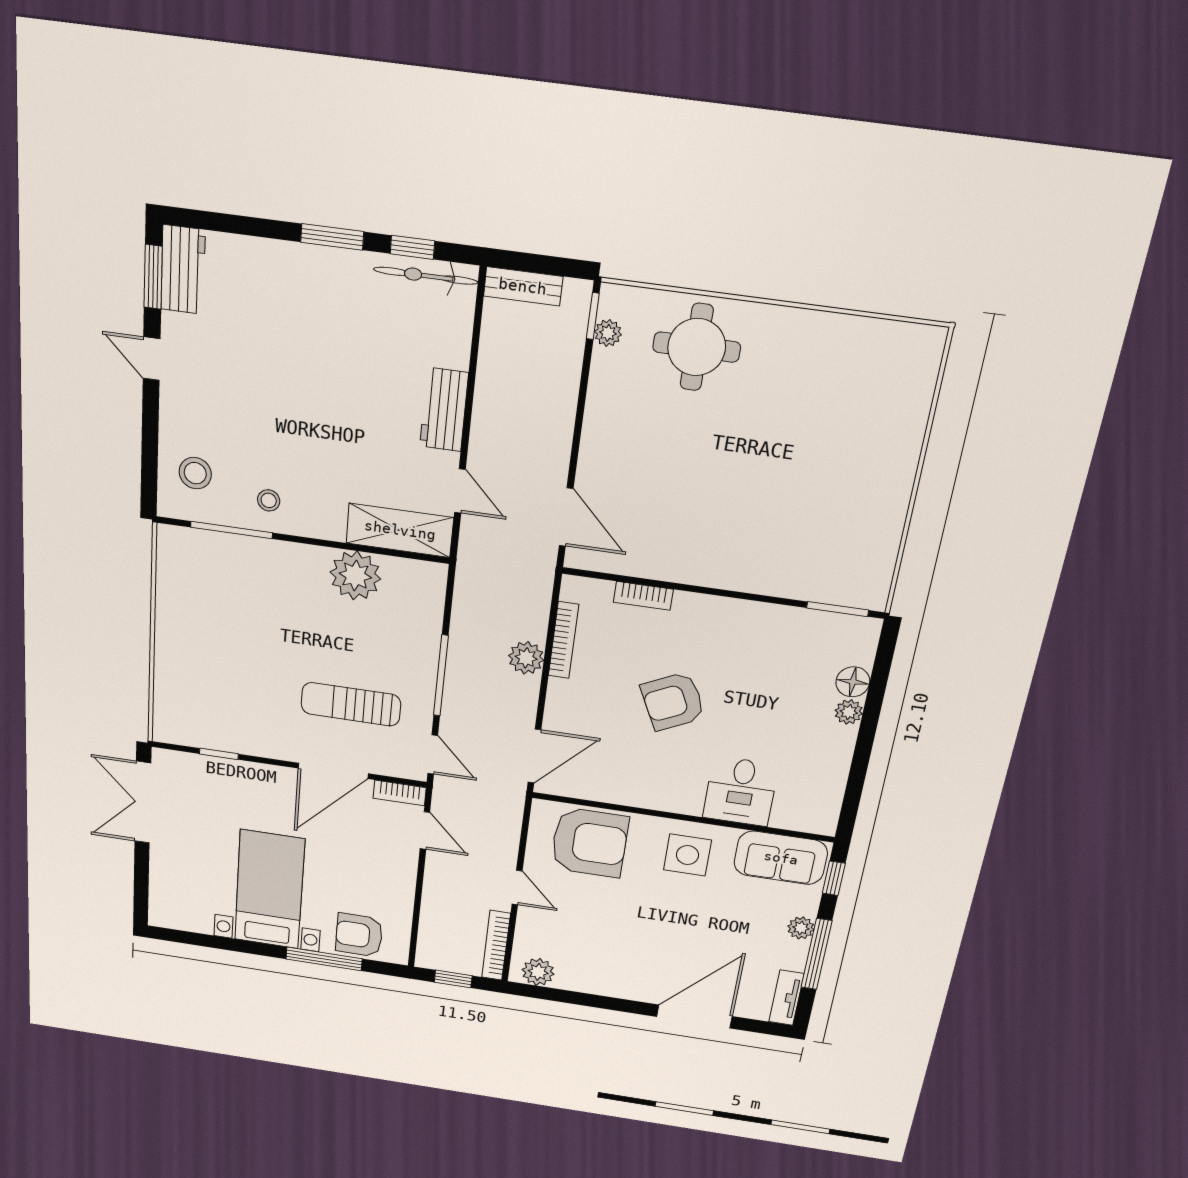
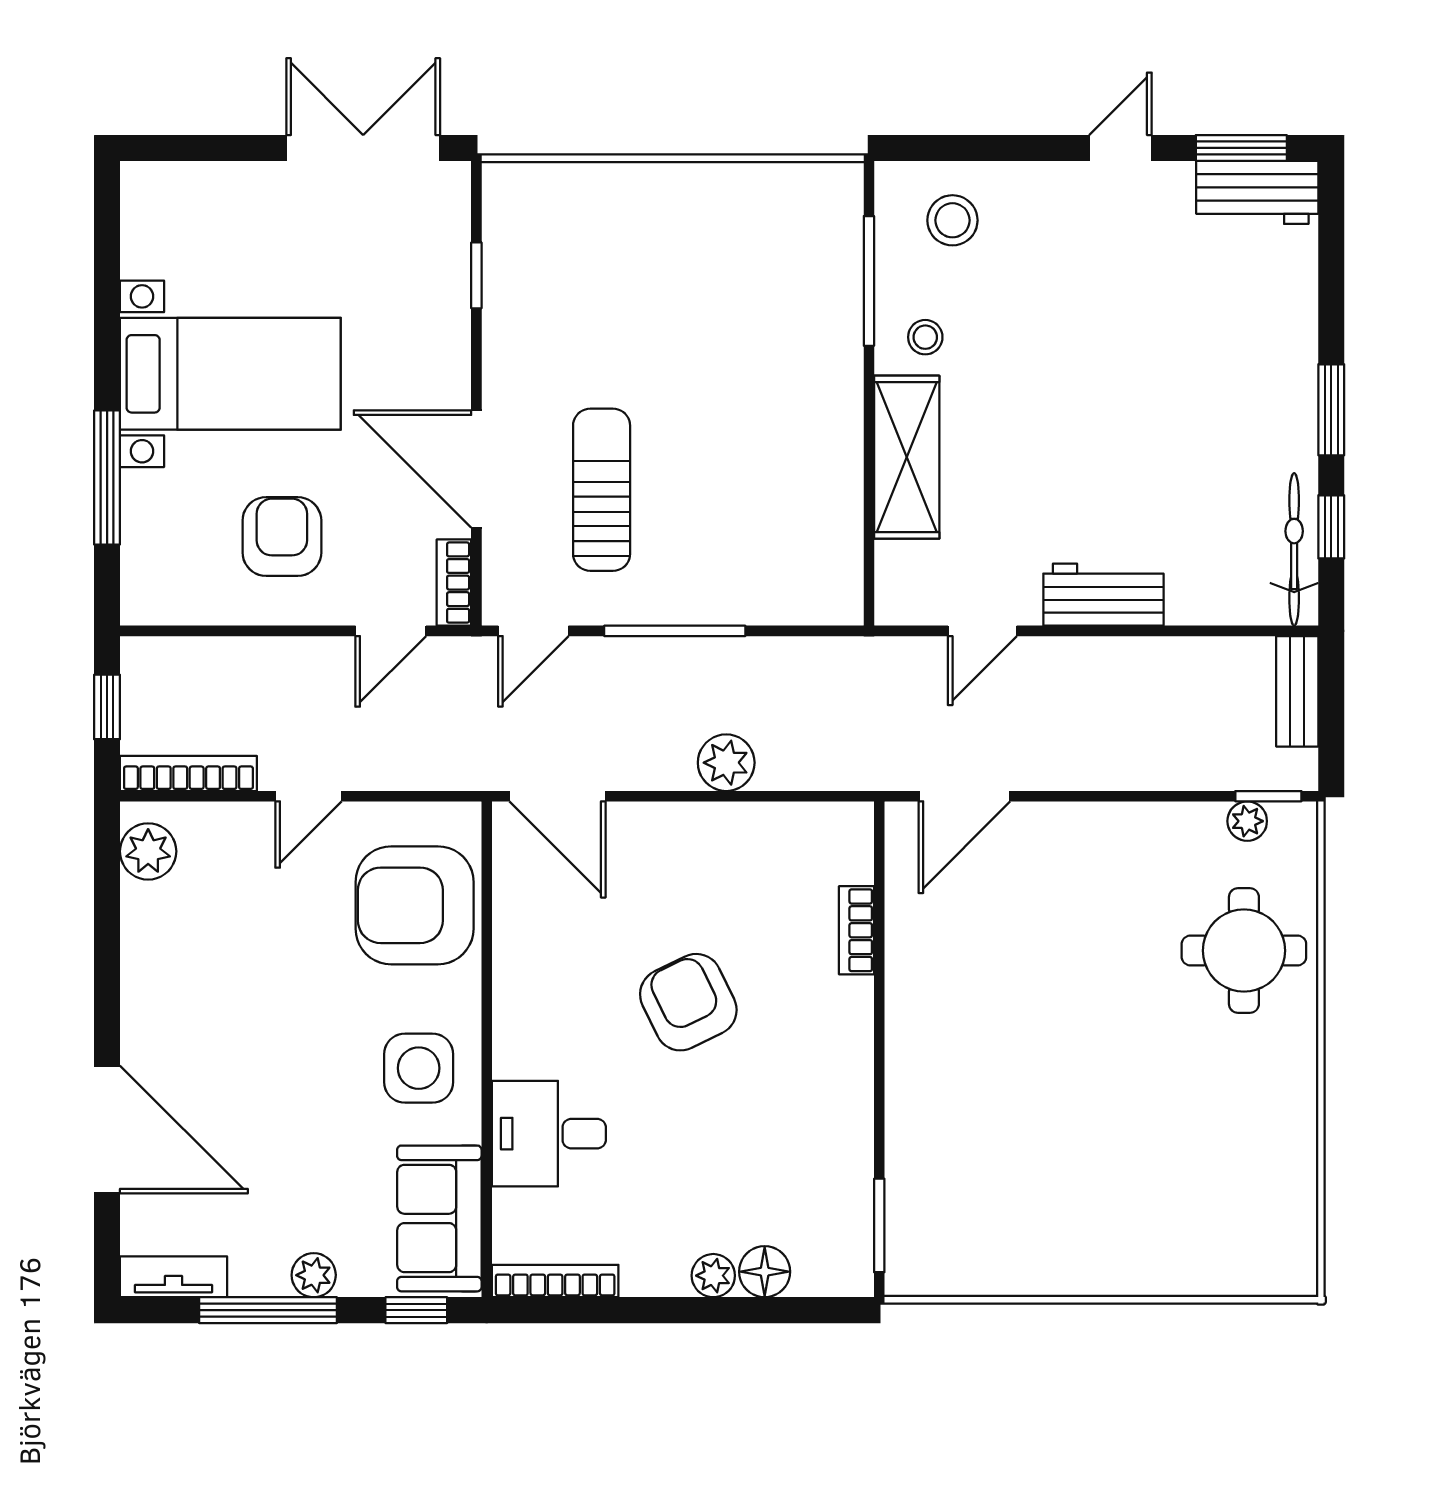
shelving: (400, 530) -> (907, 457), moved
plant: (355, 576) -> (823, 481), removed
bookcase: (564, 640) -> (555, 1281), moved, turned 180
armchair: (589, 843) -> (415, 905), turned 90
armchair: (359, 935) -> (282, 537), moved

